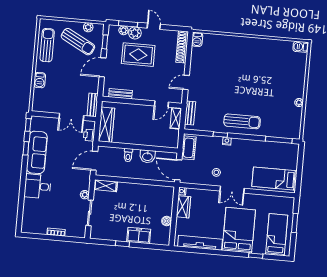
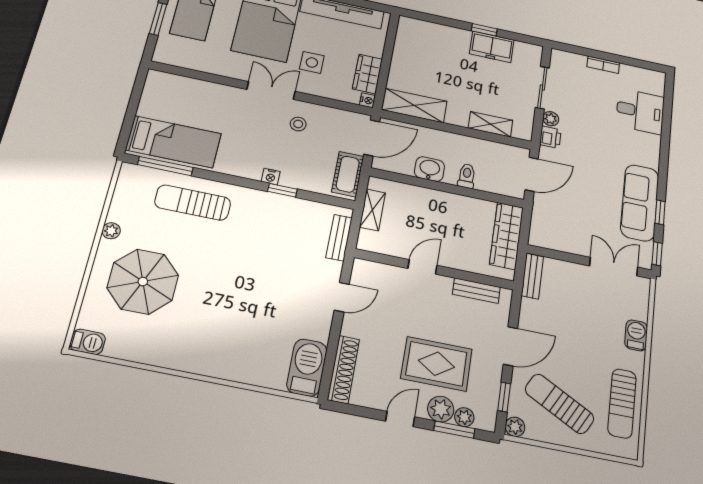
door: (154, 26) -> (400, 419), swing flipped
plant: (88, 27) -> (515, 427), moved
barbecue: (197, 39) -> (307, 368), width x1.88, depth x1.53
parasol: (280, 79) -> (143, 282), added
door: (161, 104) -> (422, 267), moved
double door: (71, 117) -> (614, 267), moved
shelving: (176, 118) -> (372, 210), moved
sun lounger: (242, 121) -> (193, 203), moved
printer: (89, 135) -> (550, 137), moved
door: (178, 170) -> (372, 138), hinge flipped
bed: (274, 179) -> (173, 142), moved
desk: (38, 186) -> (640, 111), moved
shelving: (106, 186) -> (490, 124), moved
shelving: (158, 192) -> (414, 106), added
side table: (213, 209) -> (312, 62), added
boiler: (167, 221) -> (401, 55), removed
freezer: (139, 236) -> (492, 47), moved

